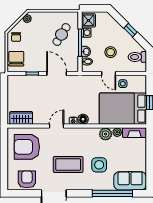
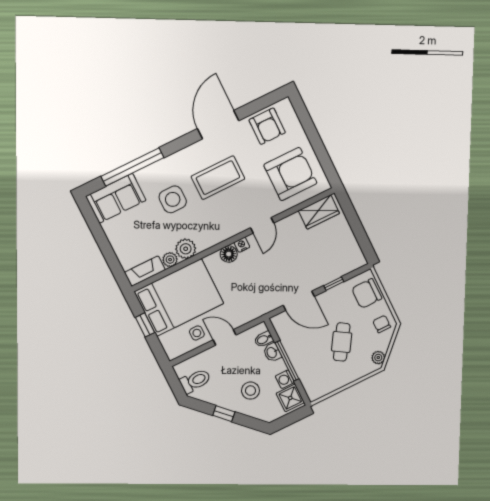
cafe table: (61, 35) -> (342, 342), moved
stool: (111, 52) -> (250, 391), moved
chair: (16, 59) -> (367, 293), turned 90

